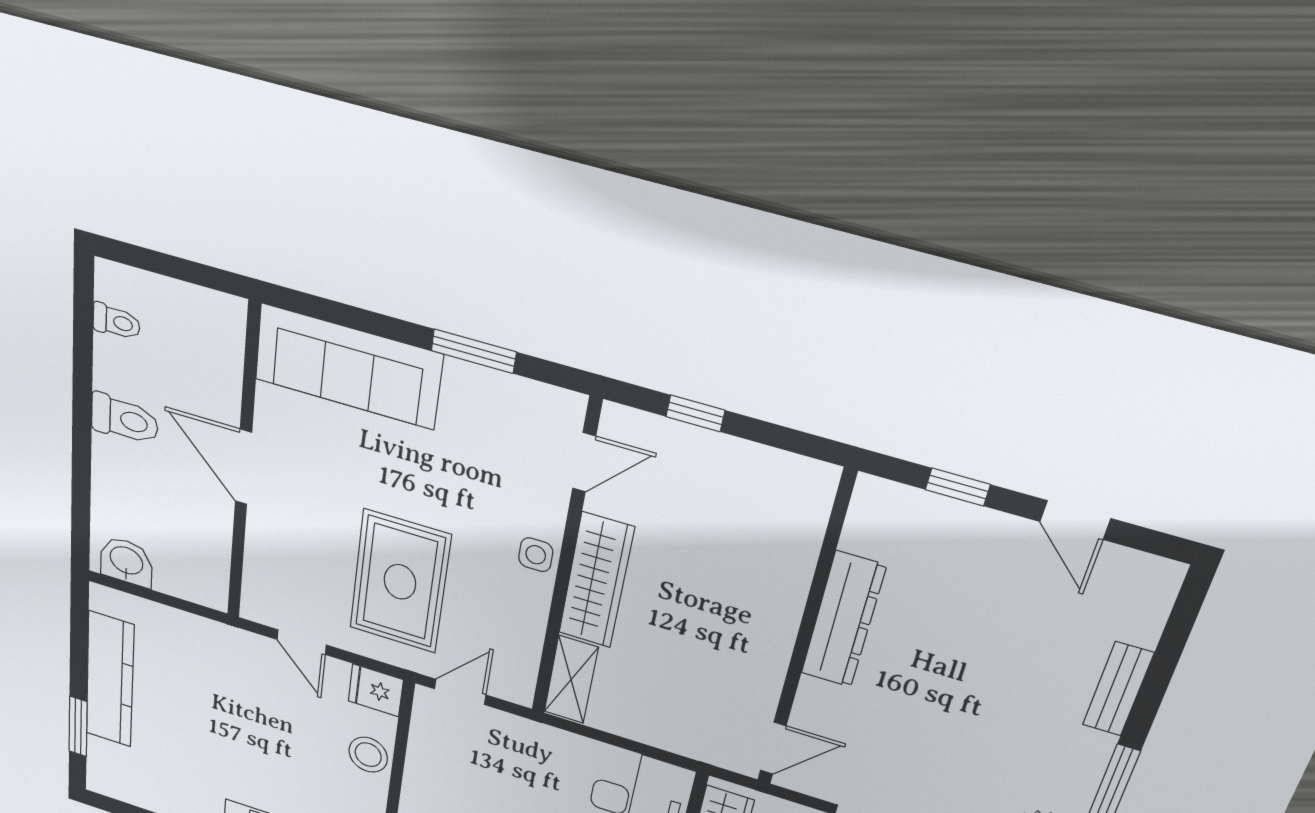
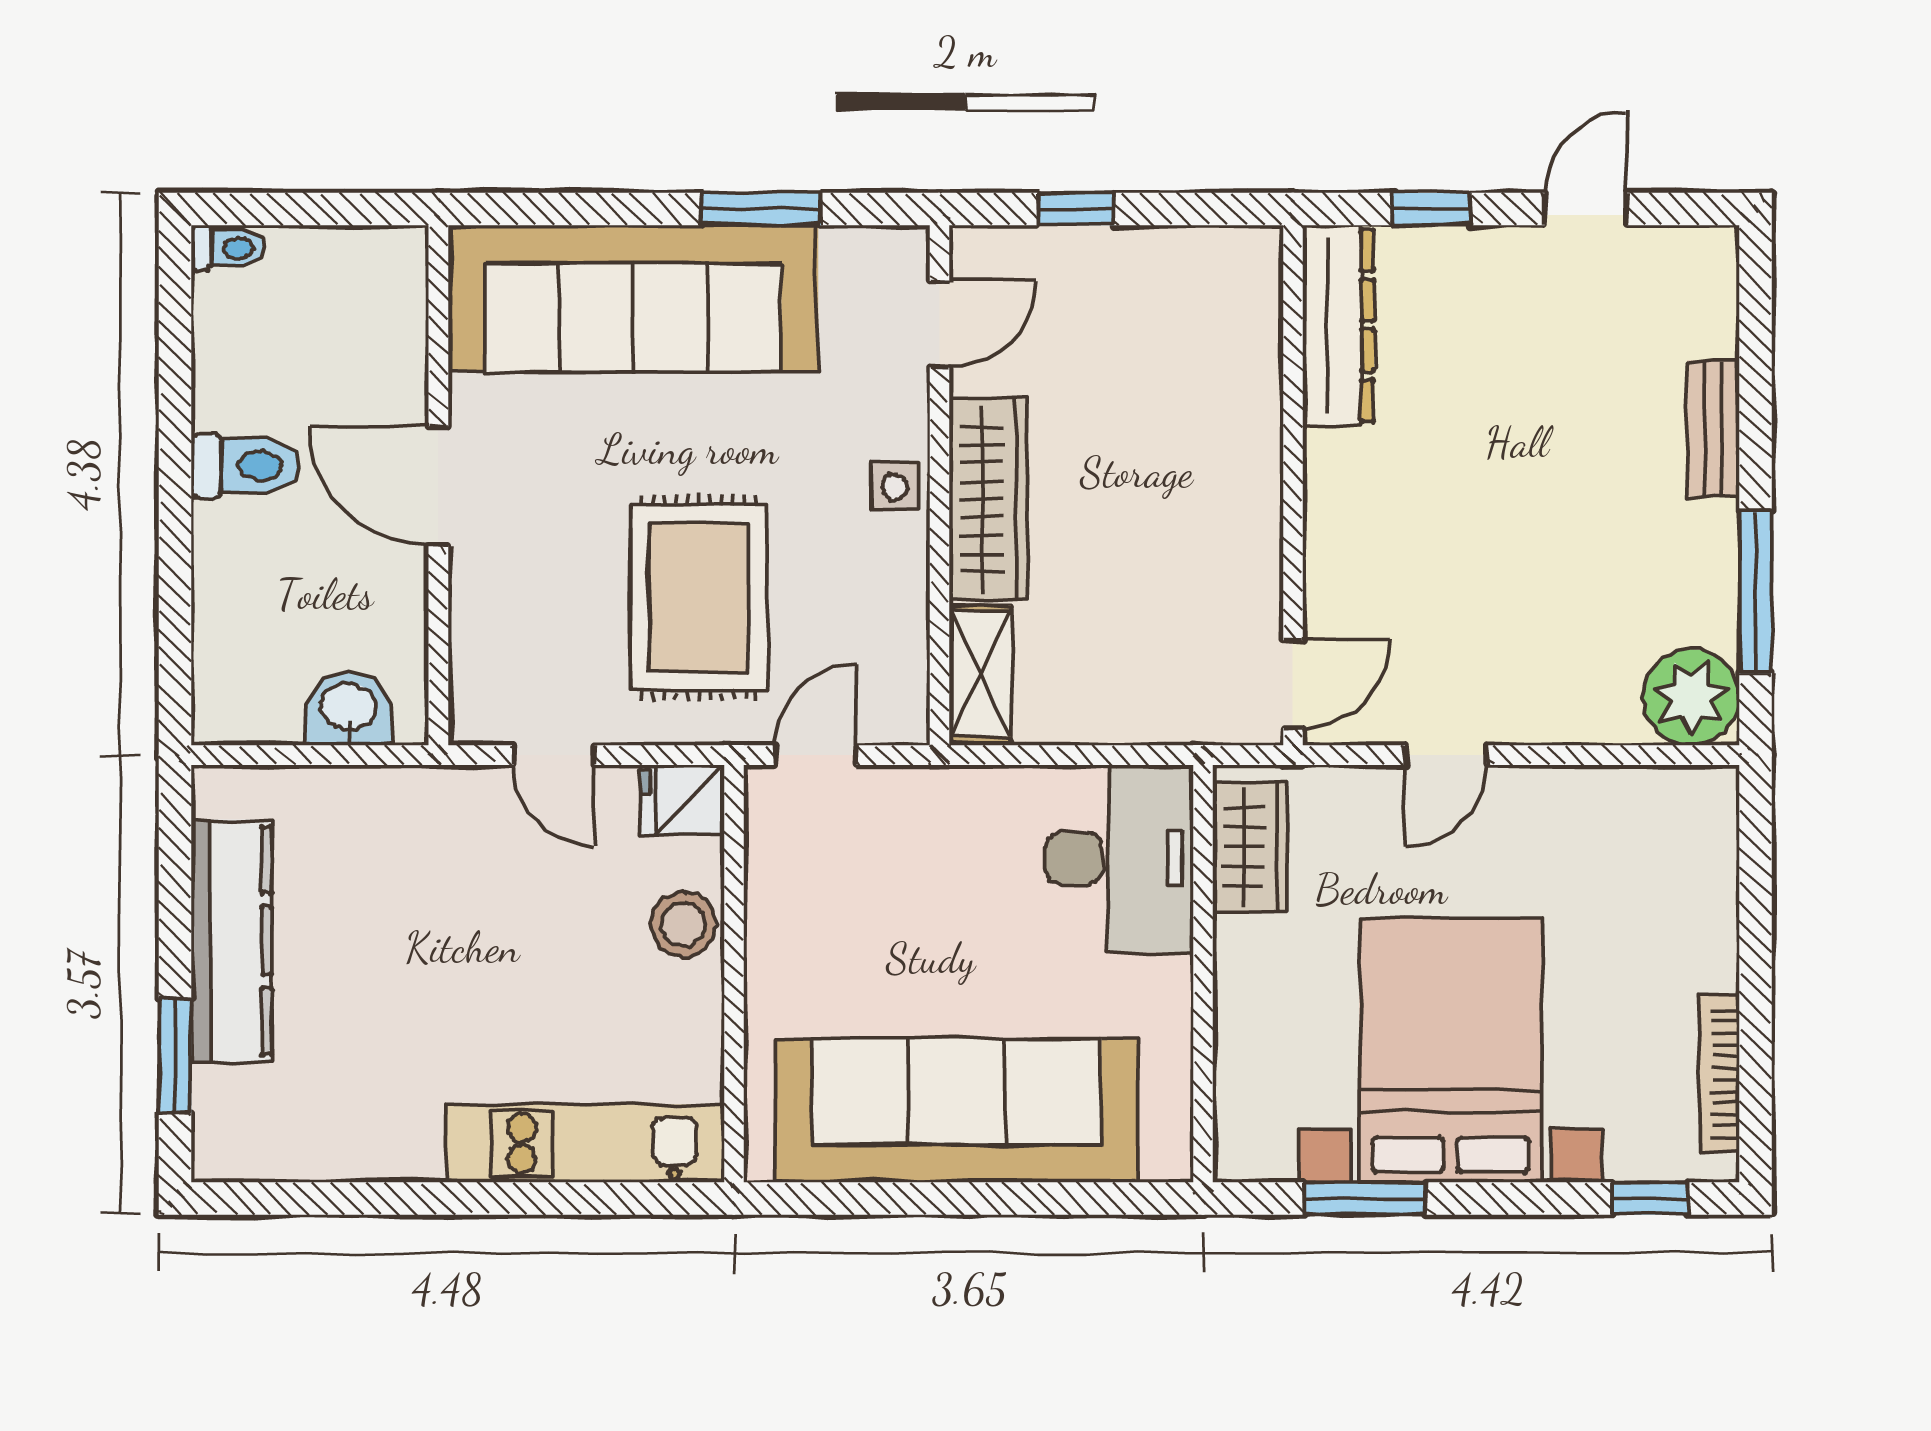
toilet: (116, 322) -> (228, 248), moved
sofa: (348, 367) -> (633, 299), width x1.36, depth x1.27
door: (1075, 520) -> (1586, 209), swing flipped
washbasin: (126, 562) -> (349, 709), moved
dresser: (843, 620) -> (1338, 325), moved

